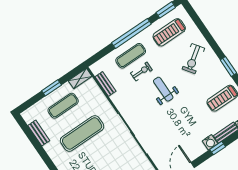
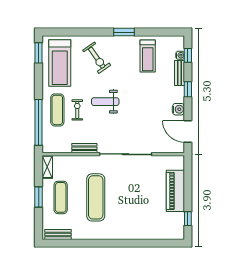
treadmill: (169, 32) -> (60, 63), width x1.37, depth x1.38
window: (131, 33) -> (39, 122), moved
bench: (105, 84) -> (84, 148), moved
bench: (39, 133) -> (58, 235), moved
water cooler: (210, 142) -> (178, 109), moved

